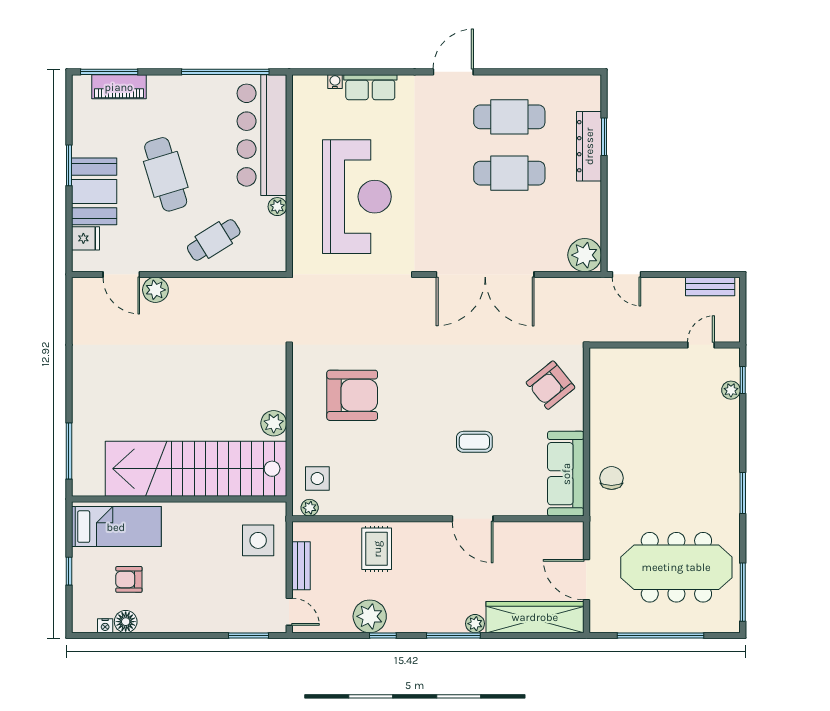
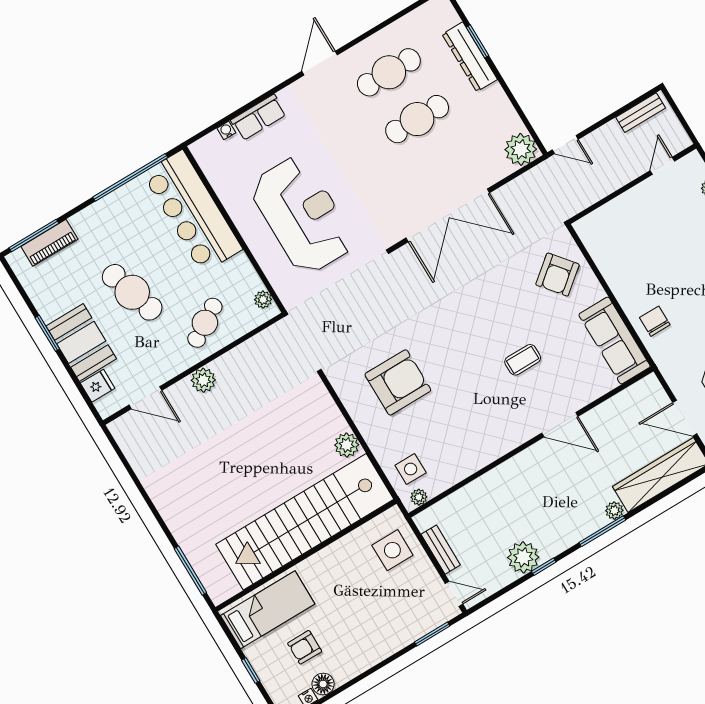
plant: (277, 207) -> (263, 300), moved
plant: (155, 290) -> (203, 380), moved
rug: (377, 549) -> (495, 498), removed

